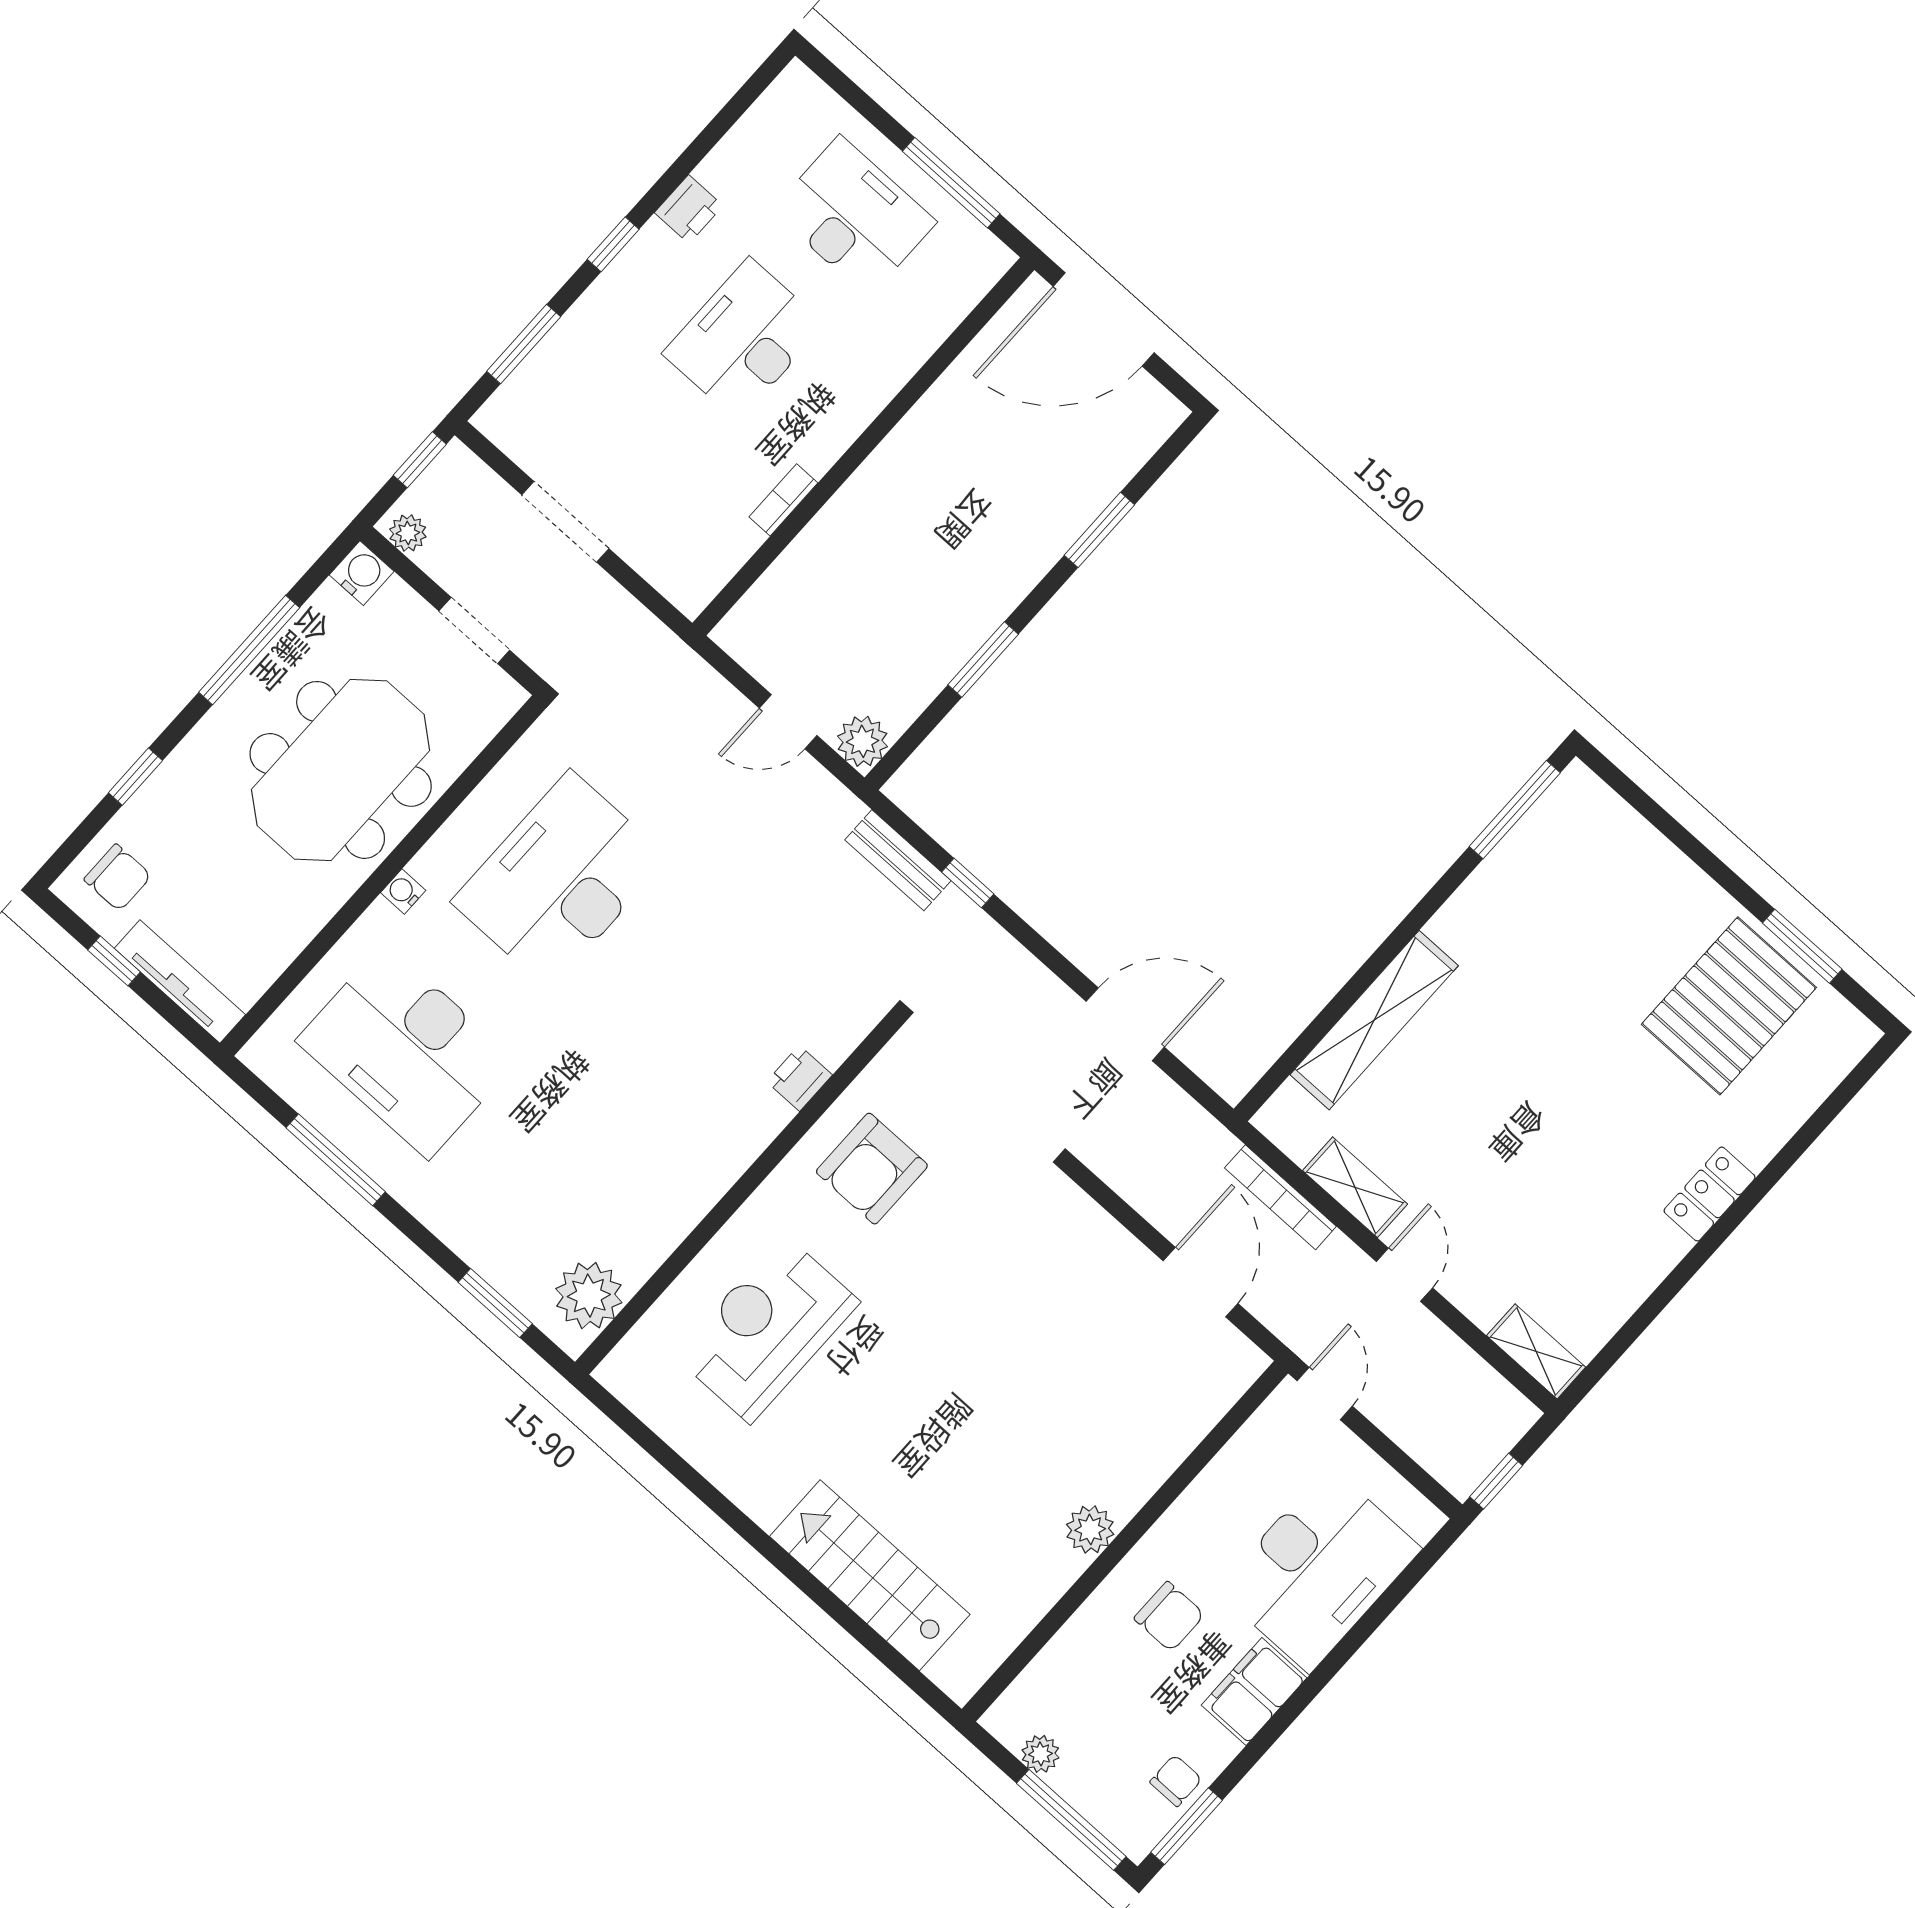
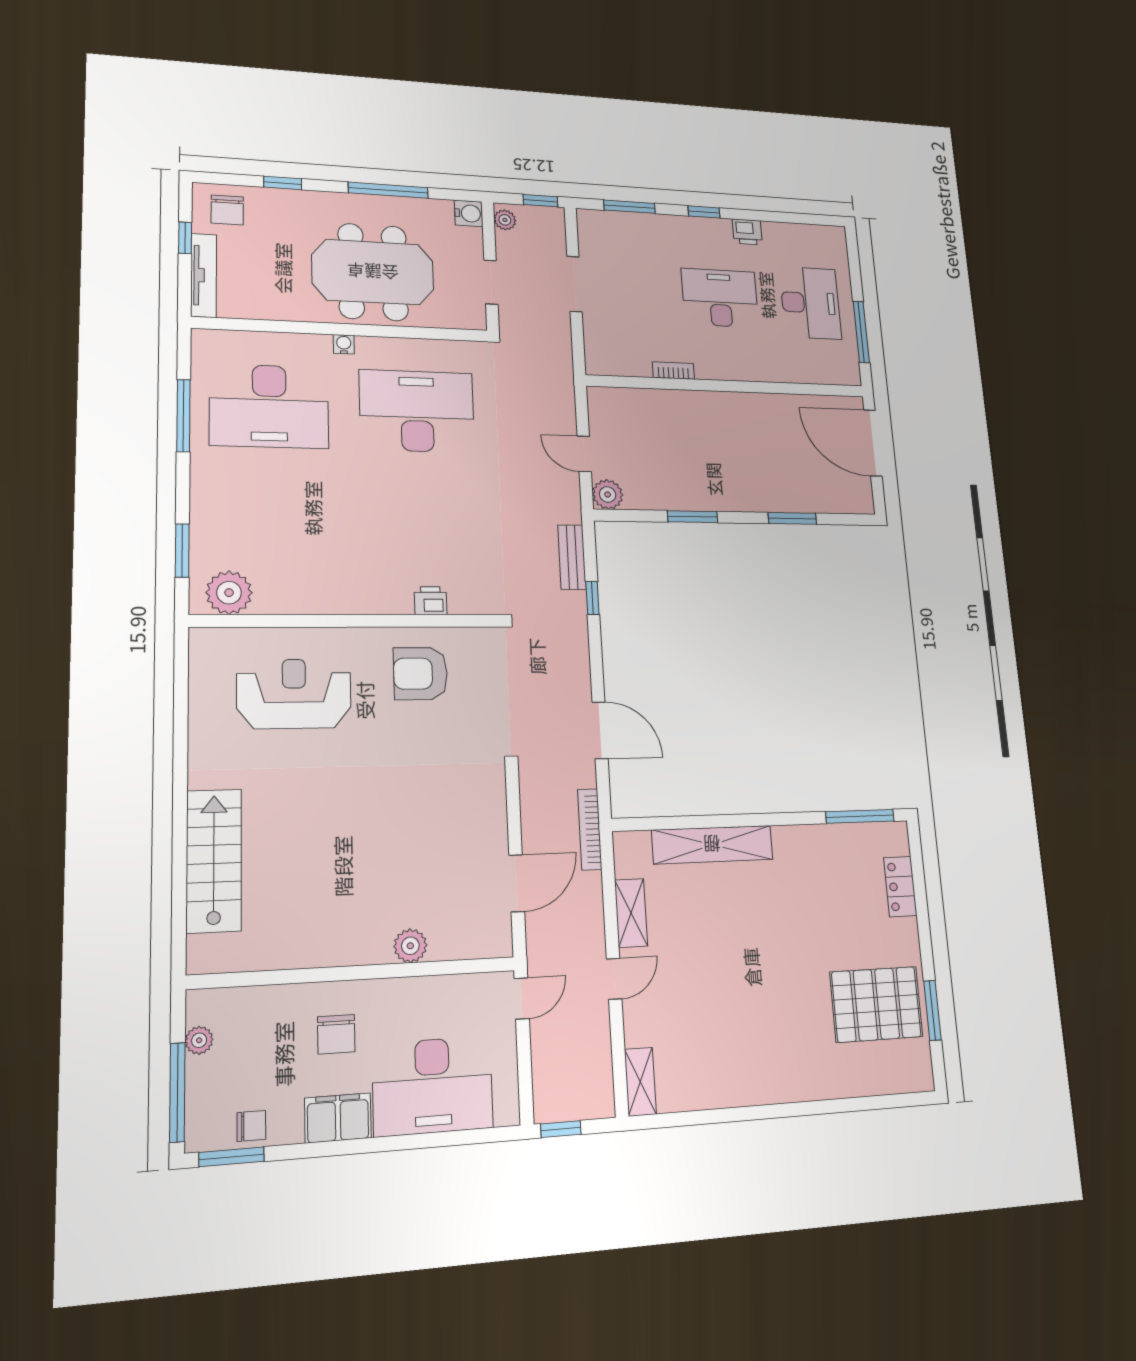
desk: (406, 1051) -> (269, 406), turned -90
locker: (1710, 1194) -> (900, 887), moved, turned -90
bookcase: (1280, 1197) -> (590, 829), moved
plant: (1090, 1529) -> (410, 946), moved

